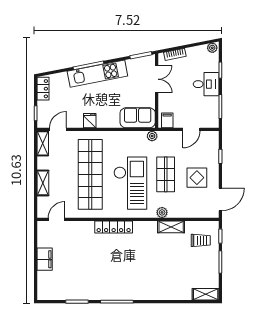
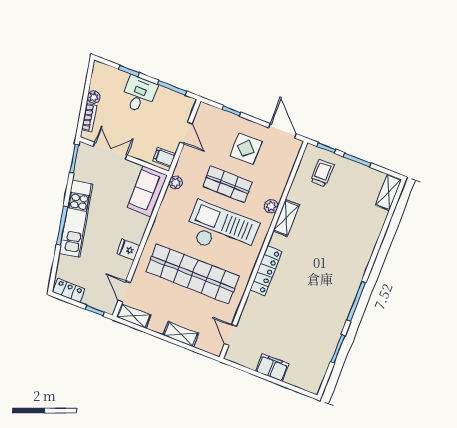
plant: (212, 48) -> (94, 97), moved
shelving: (171, 227) -> (286, 218), moved

